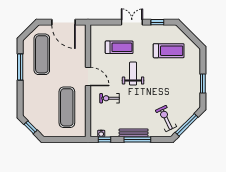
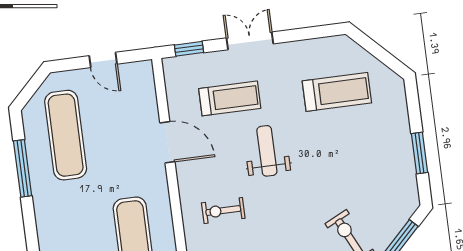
door: (63, 22) -> (103, 60), width x0.53
window: (157, 22) -> (189, 49), moved
door: (88, 77) -> (167, 142), moved

